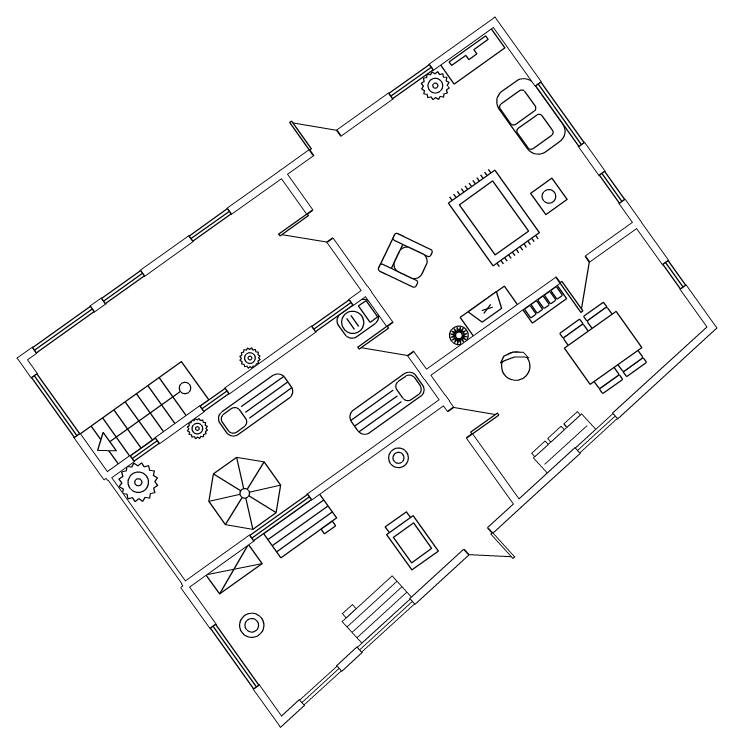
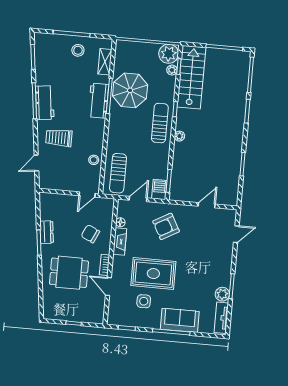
plant: (197, 429) -> (172, 70), moved
dresser: (563, 442) -> (47, 232), width x0.70

